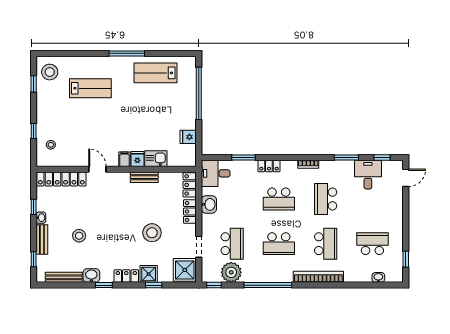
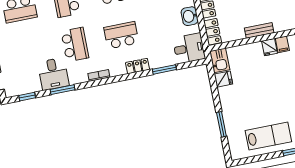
window: (199, 93) -> (221, 124), width x0.47
kitchen sink: (156, 159) -> (220, 60), moved, turned -90
desk: (368, 175) -> (53, 74), moved

